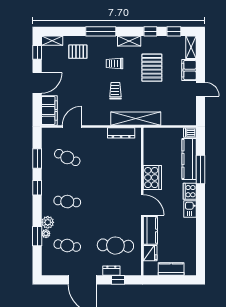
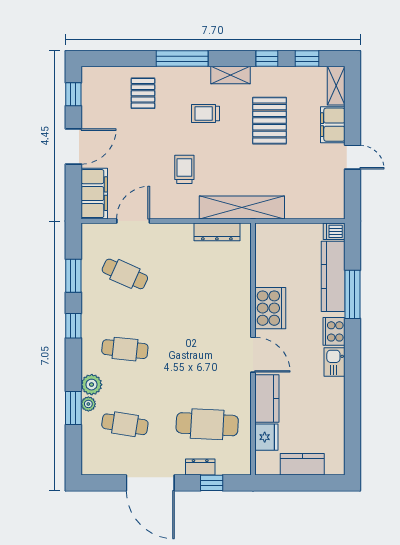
shelving: (52, 41) -> (99, 74), removed
pallet: (78, 52) -> (143, 93), turned 90
trolley: (115, 91) -> (184, 169), moved

